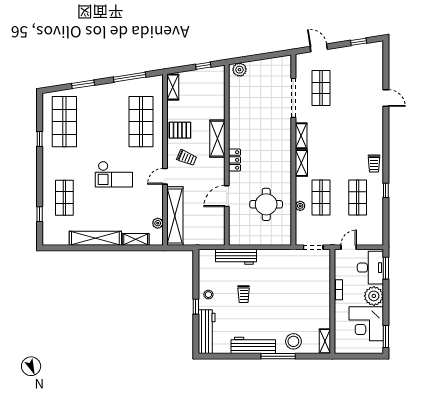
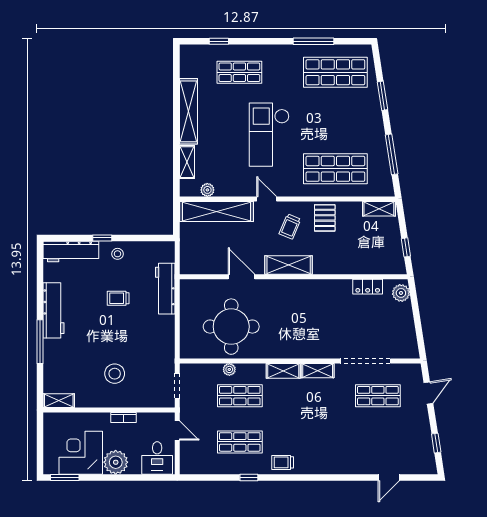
door: (386, 98) -> (389, 477), moved
window: (40, 139) -> (314, 41), width x2.17
shelving: (217, 139) -> (289, 265), moved
locker: (234, 160) -> (368, 287), moved
checkout: (114, 174) -> (269, 135), width x1.36, depth x1.21
round table: (266, 204) -> (231, 327), width x1.36, depth x1.36
desk: (370, 268) -> (157, 458), width x0.73
window: (386, 268) -> (151, 477), removed
stool: (293, 341) -> (115, 374), moved

